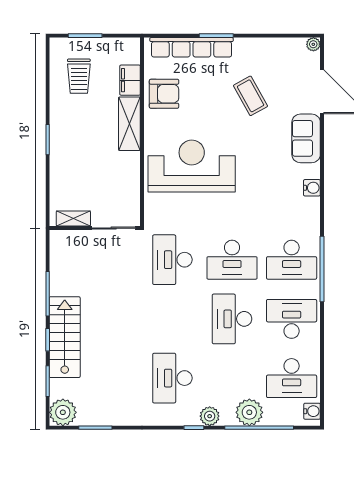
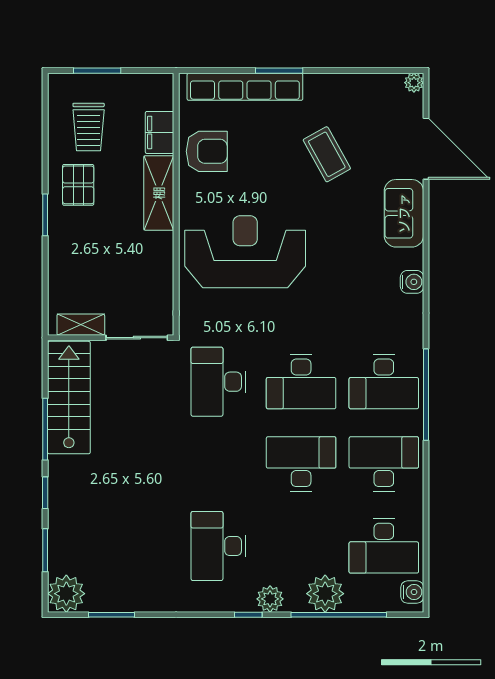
pallet: (71, 118) -> (78, 185), added
desk: (232, 319) -> (301, 464), turned 90
stairs: (65, 337) -> (69, 398), moved

